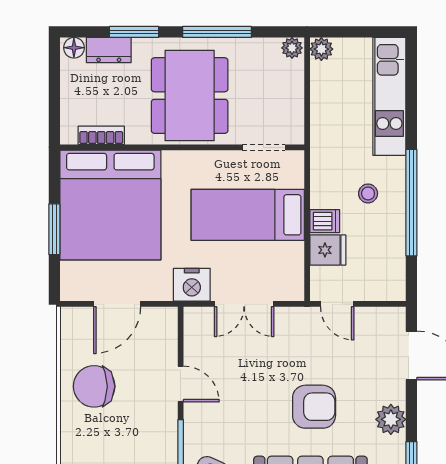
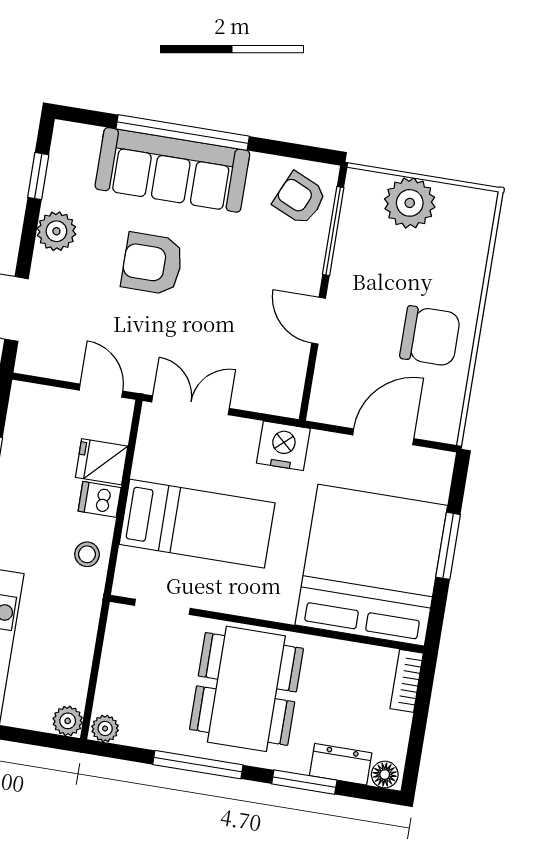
bookcase: (101, 135) -> (407, 681), moved, turned 90
stool: (368, 193) -> (87, 554), moved
double door: (244, 304) -> (190, 405), moved

